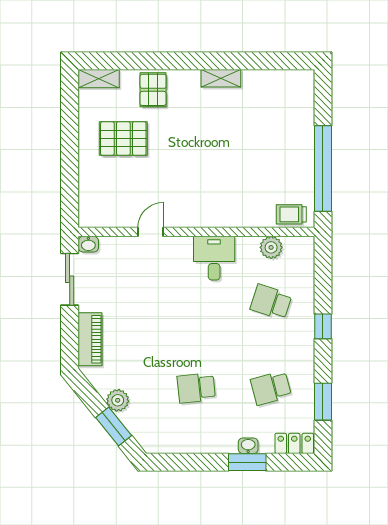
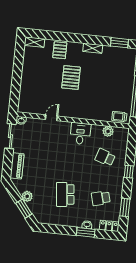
window: (275, 61) -> (119, 43), added
pallet: (123, 138) -> (71, 78), moved, turned 90
school desk: (196, 388) -> (65, 194), width x1.85

